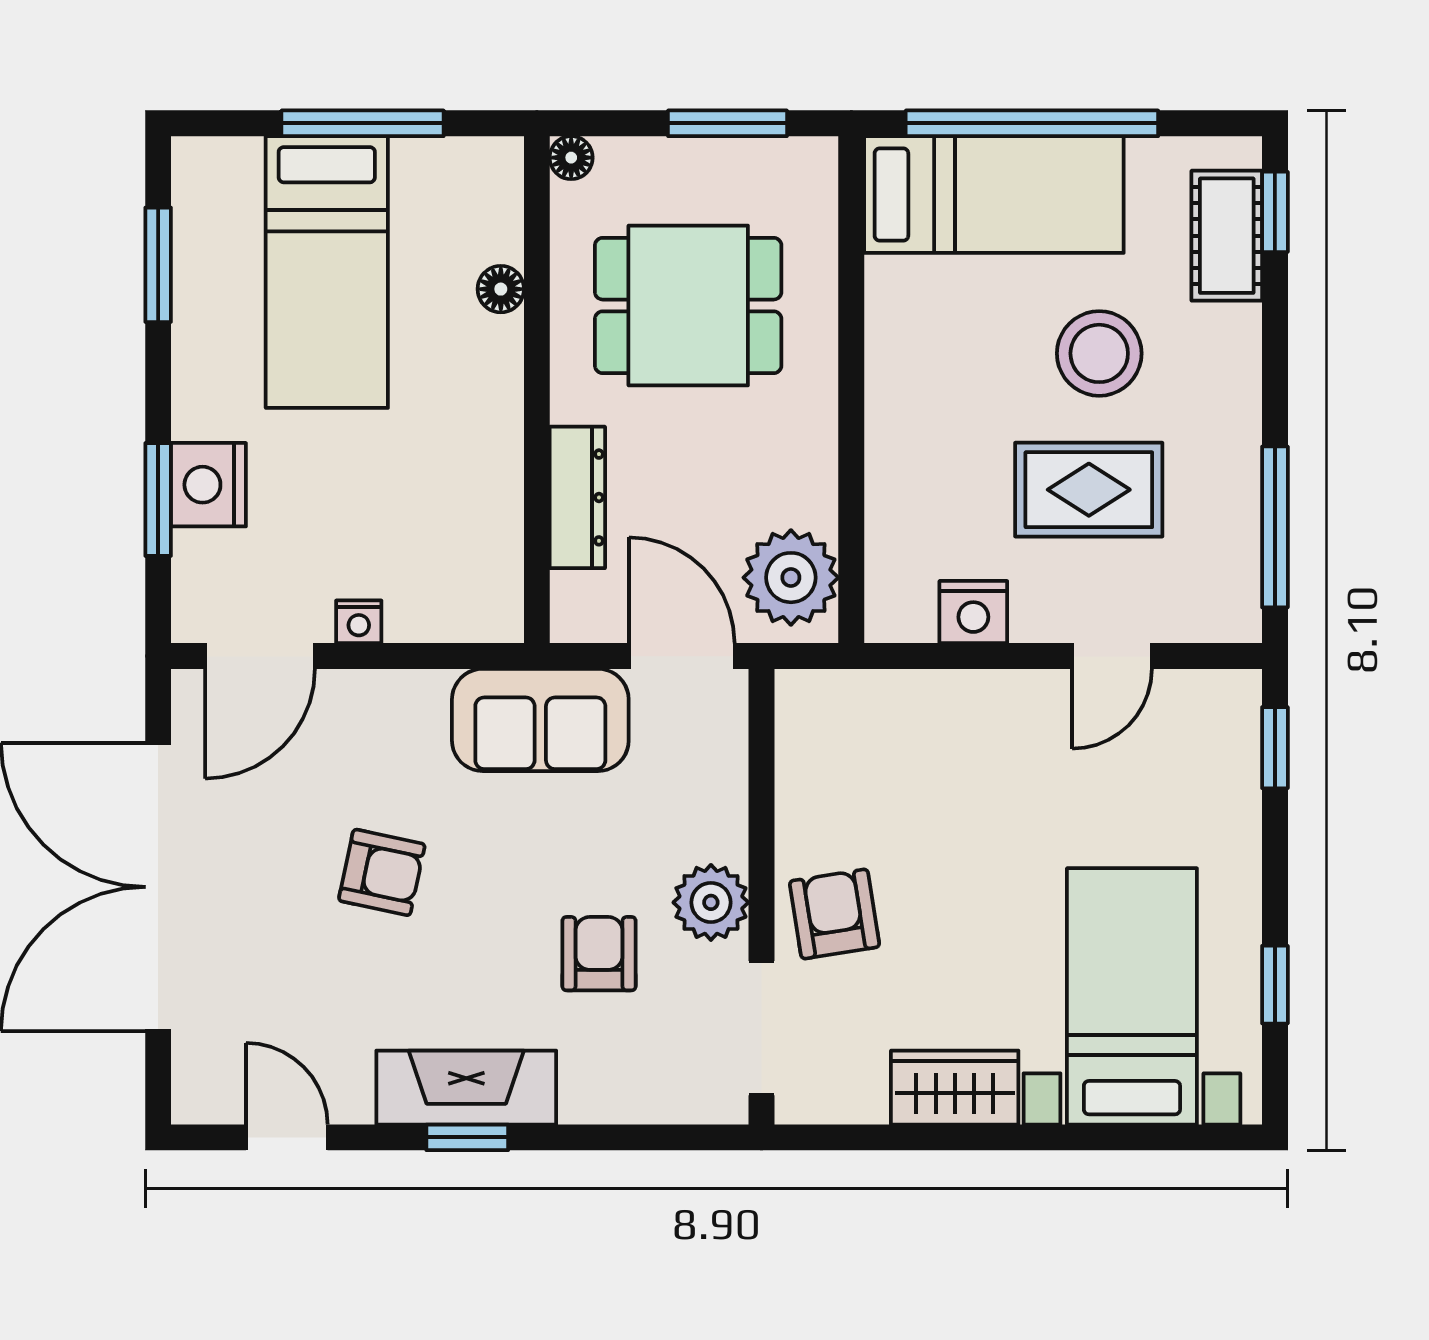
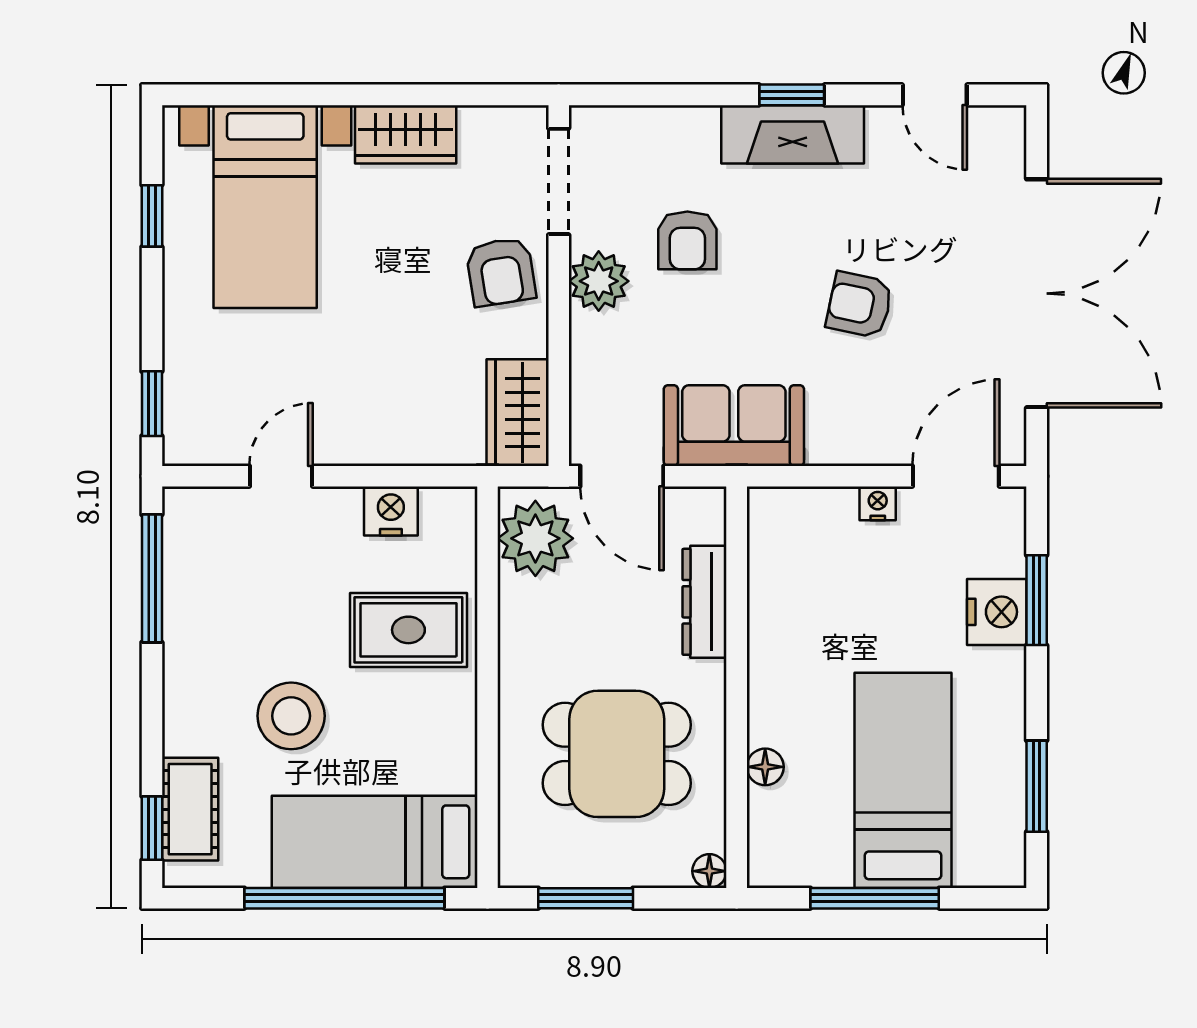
rug: (1089, 490) -> (408, 630), moved
wardrobe: (813, 736) -> (518, 413), added

